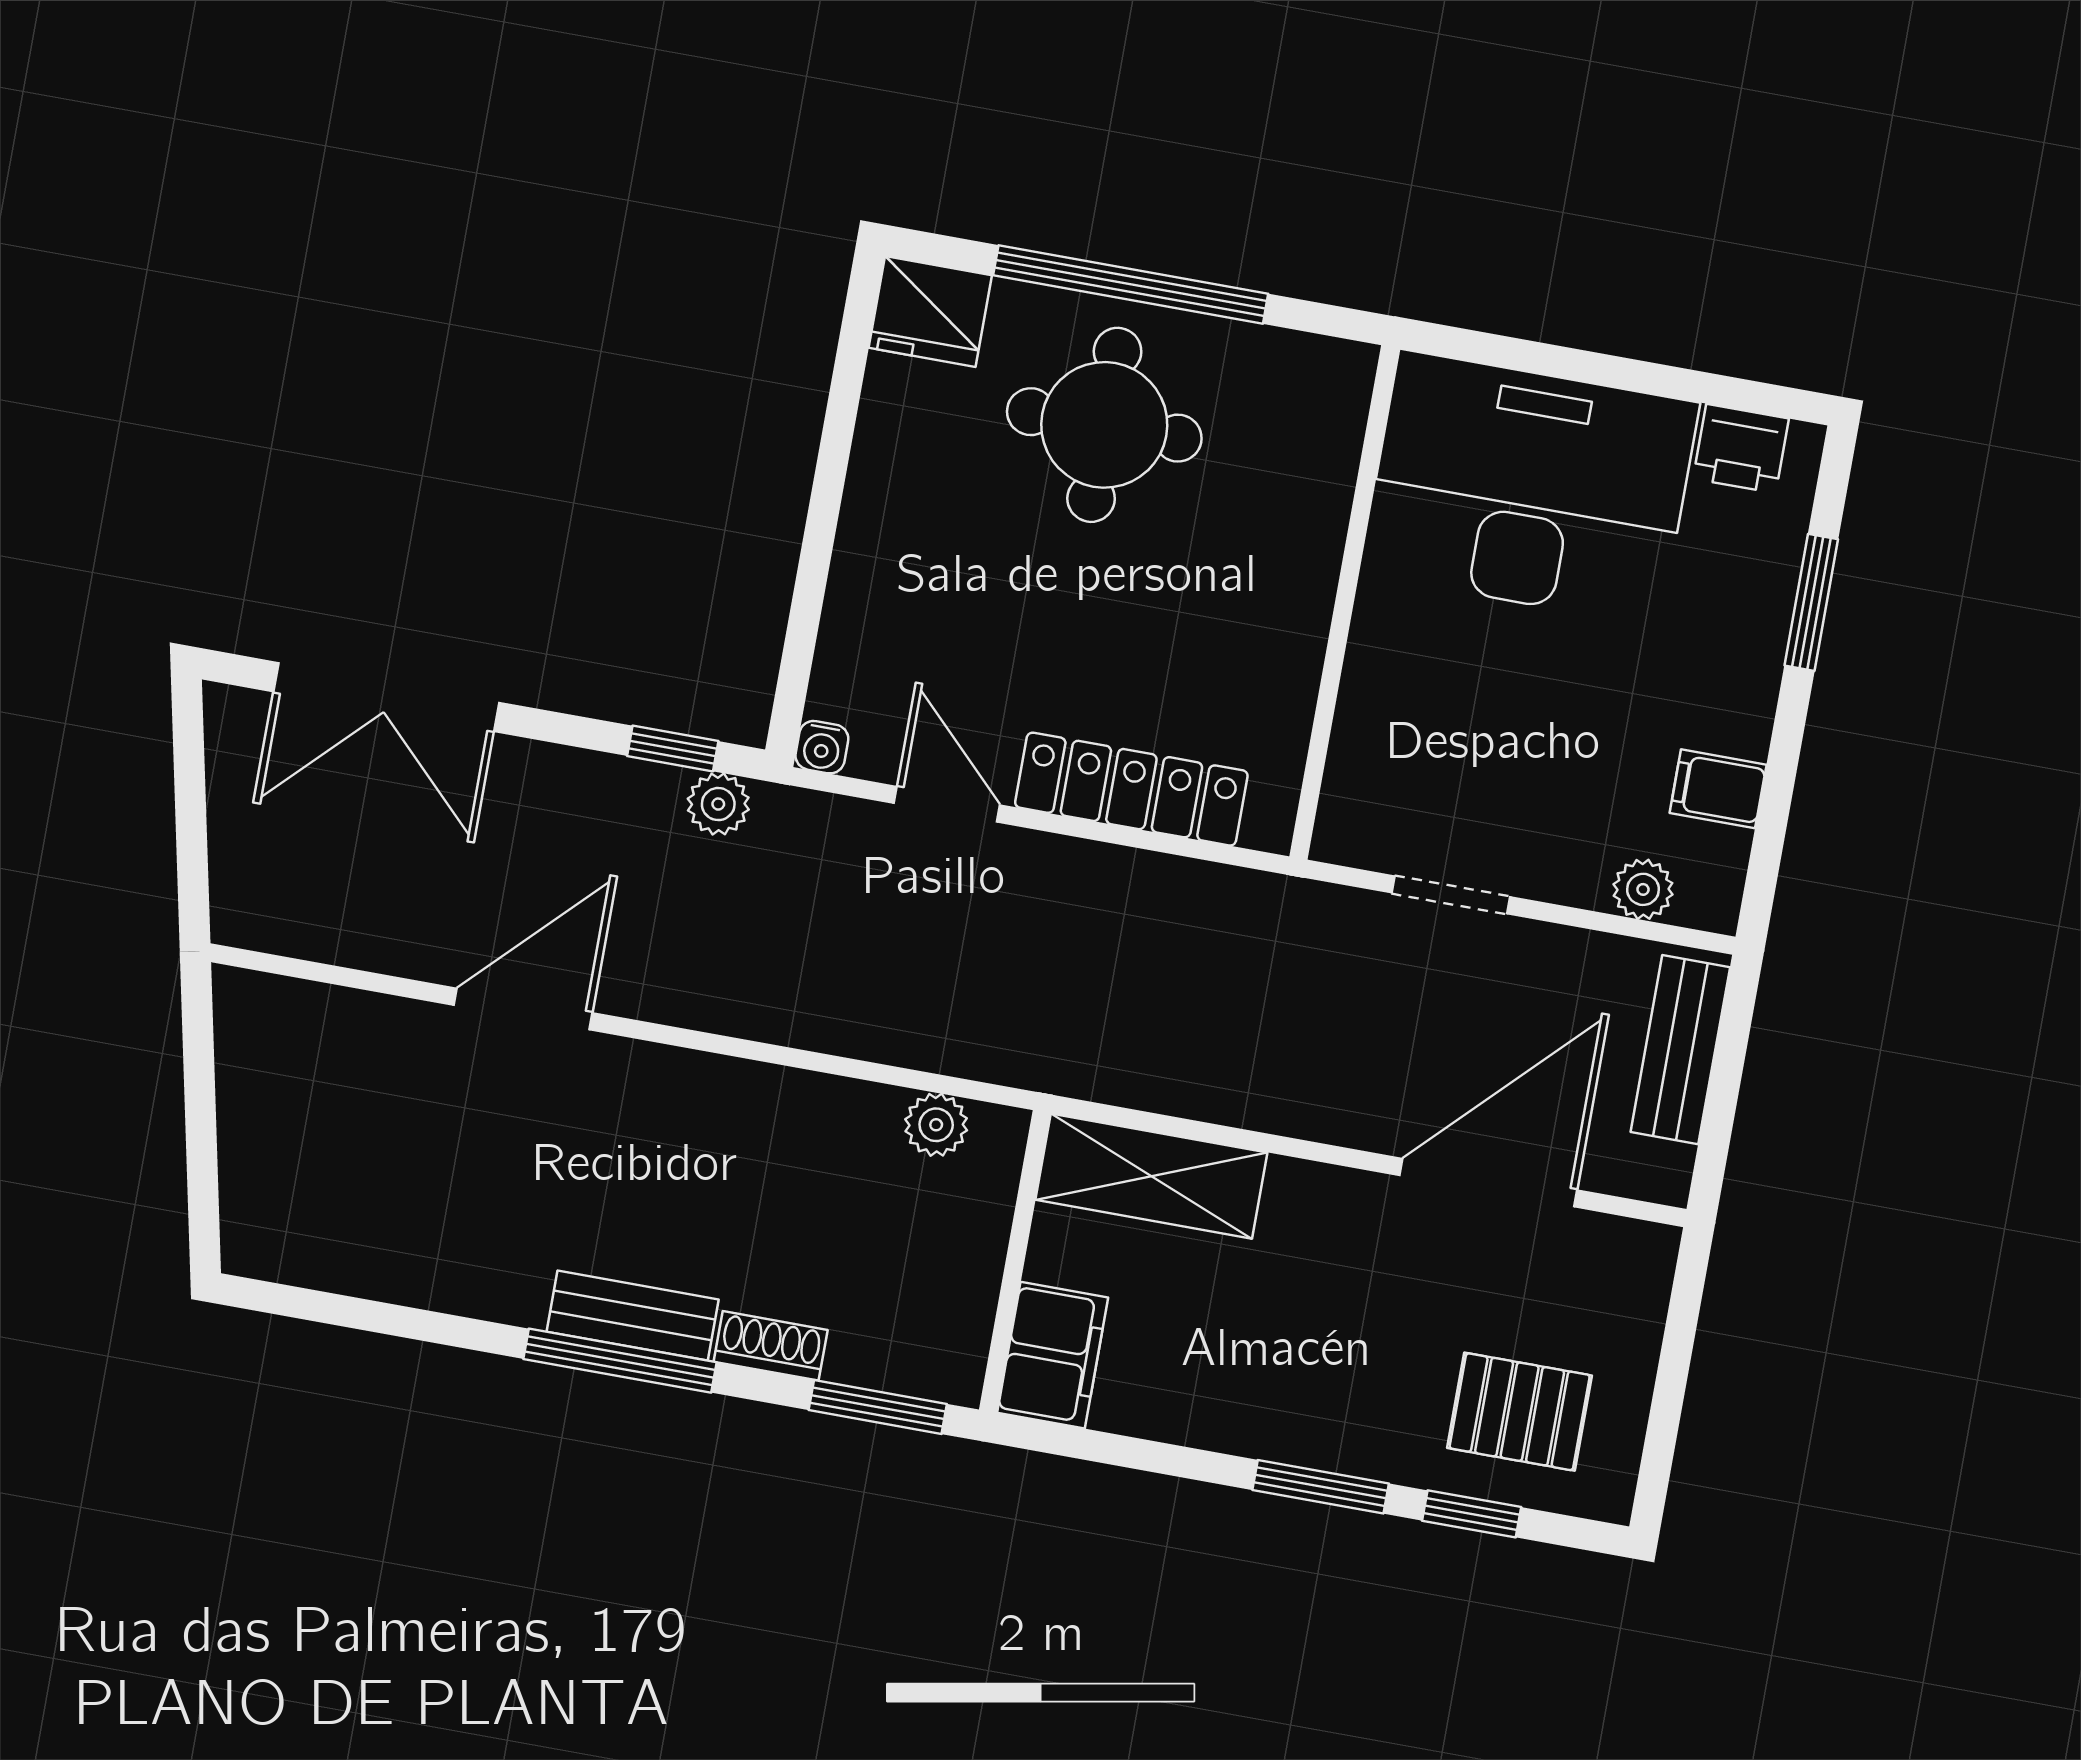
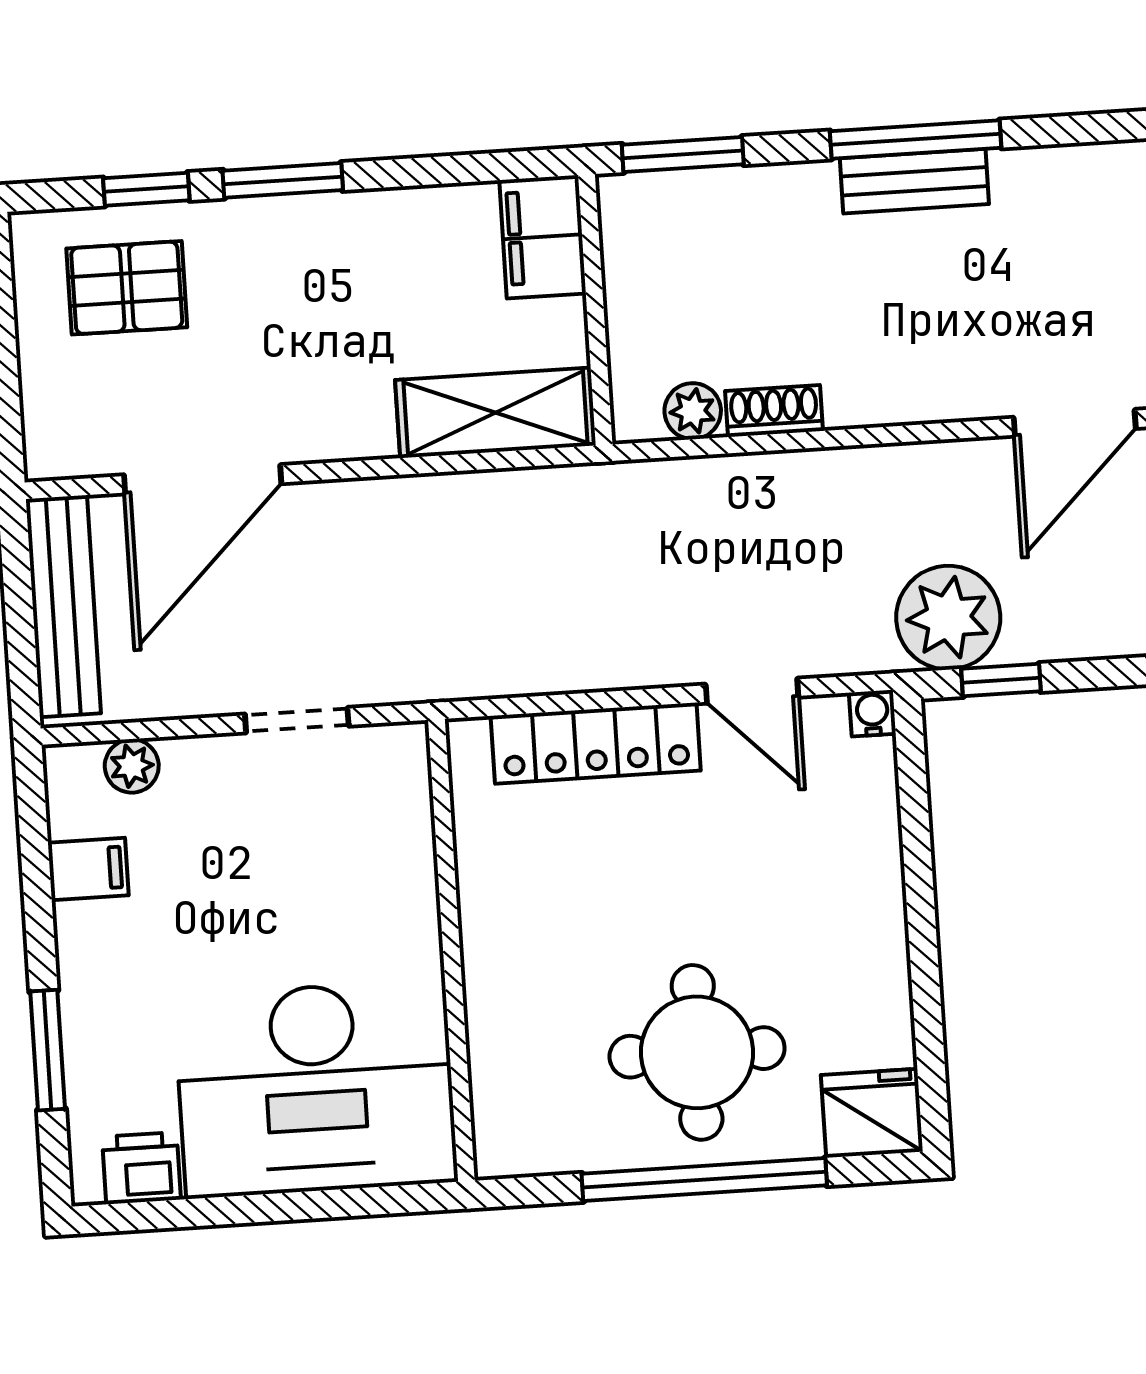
plant: (718, 804) -> (948, 618), width x1.88, depth x1.88
bench: (1680, 1050) -> (63, 606), width x1.36
shoe rack: (771, 1346) -> (774, 411), moved, turned 180

